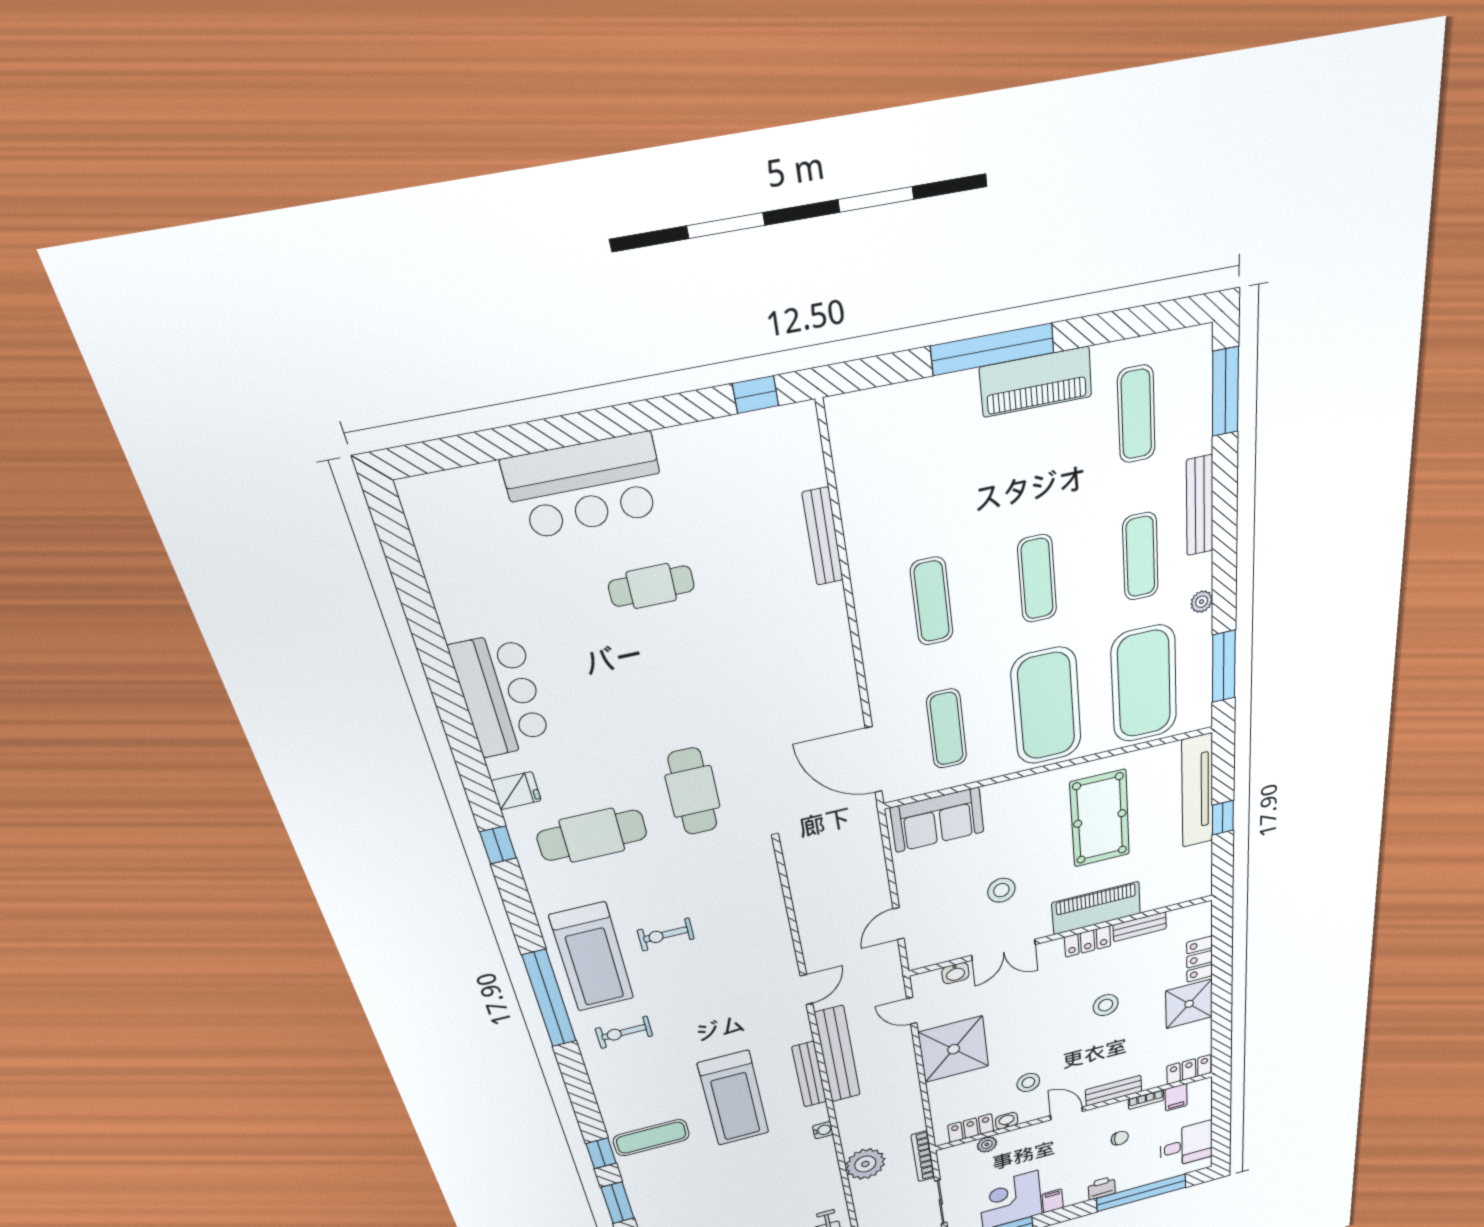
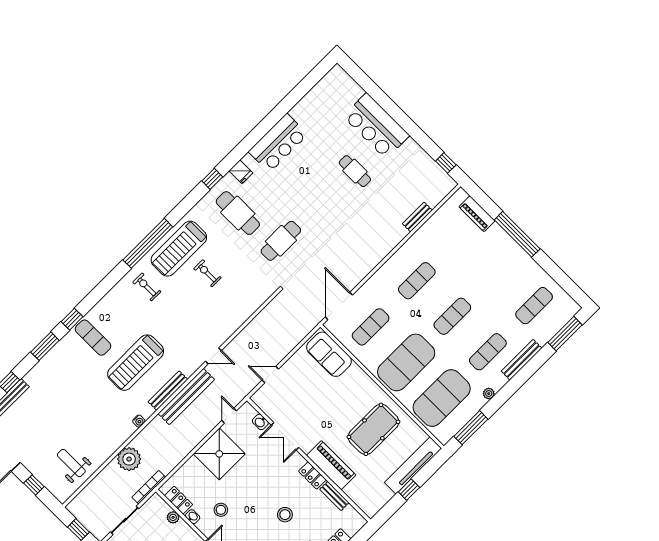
piano: (1036, 382) -> (477, 214), moved, width x0.73, depth x0.75
bench: (823, 537) -> (417, 217), width x0.73
stool: (1001, 890) -> (314, 411), removed

